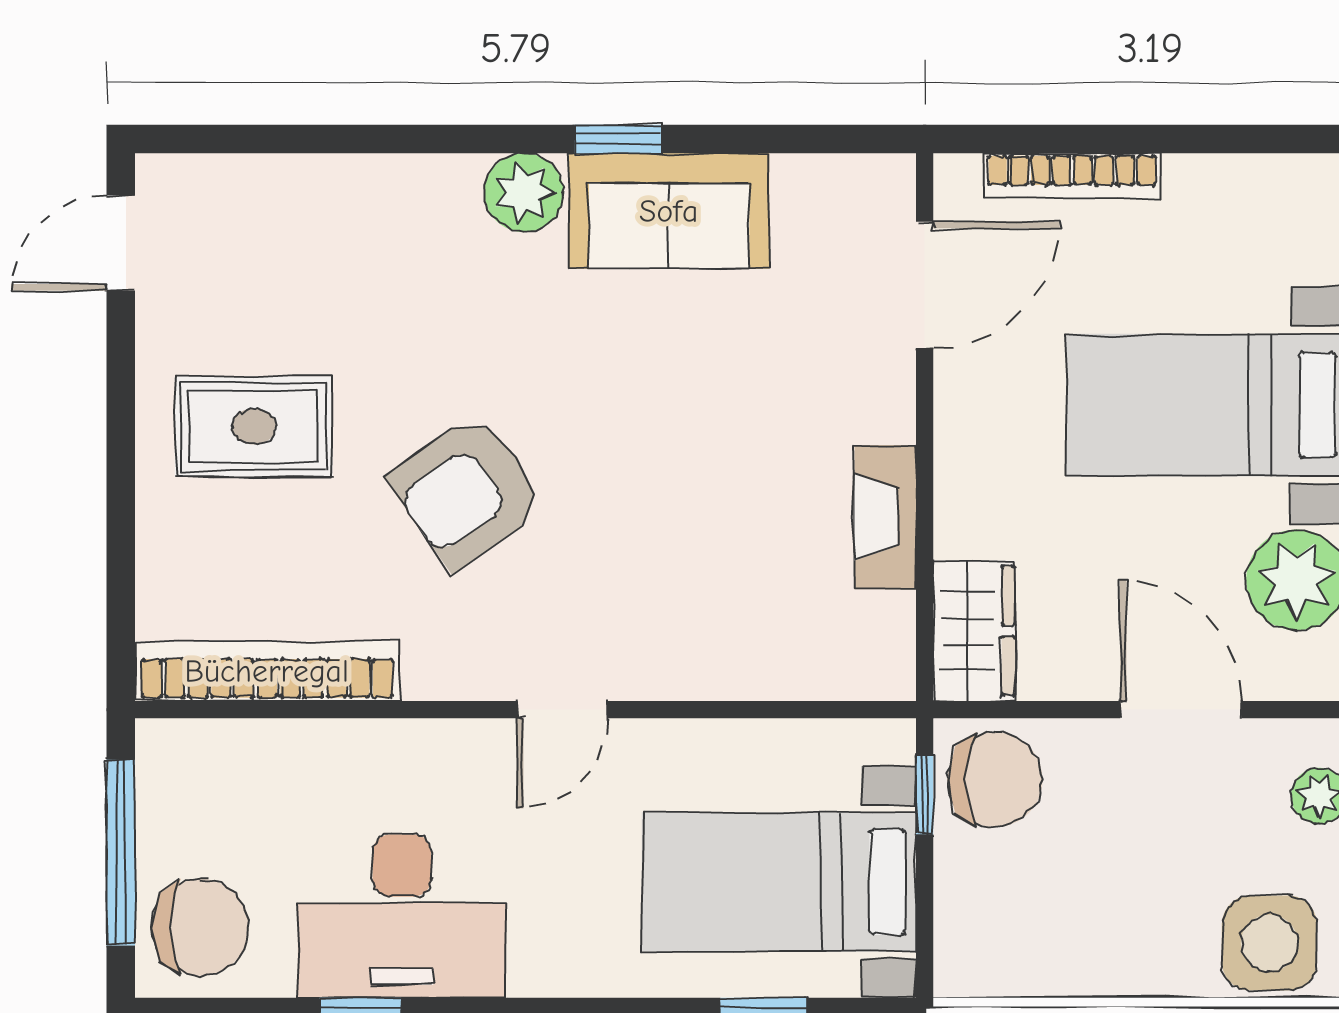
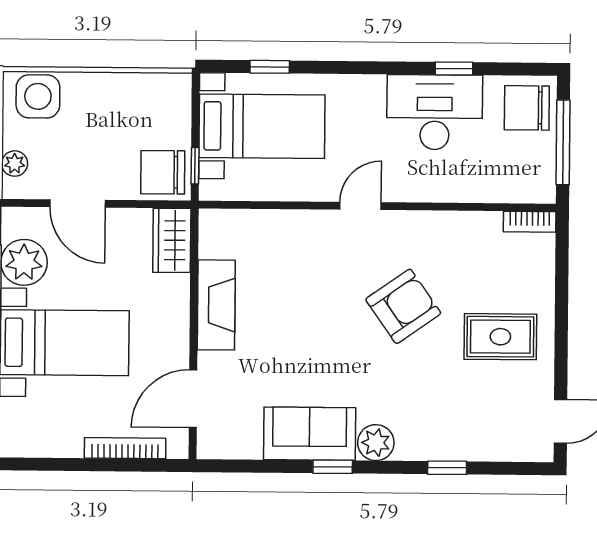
window: (368, 139) -> (447, 468), added
fireplace: (885, 517) -> (216, 305), width x1.37, depth x1.32
bookcase: (267, 671) -> (530, 222), width x0.43, depth x0.76

